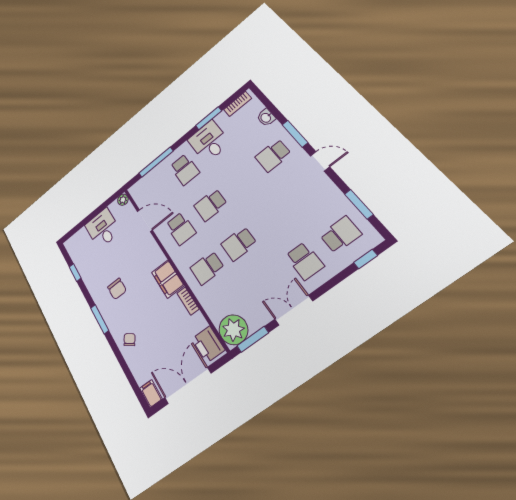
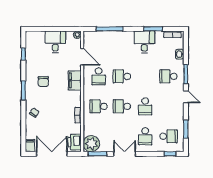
school desk: (185, 169) -> (145, 106), moved
filing cabinet: (168, 279) -> (75, 80), moved

